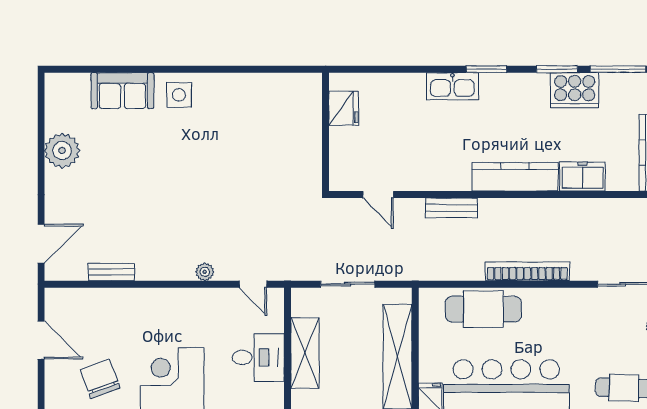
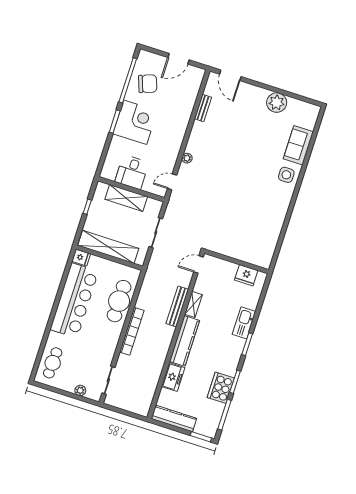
fridge: (344, 108) -> (246, 275), moved
wall: (326, 132) -> (237, 261), moved
shelving: (449, 181) -> (193, 304), added
bench: (451, 208) -> (177, 306), width x1.36

